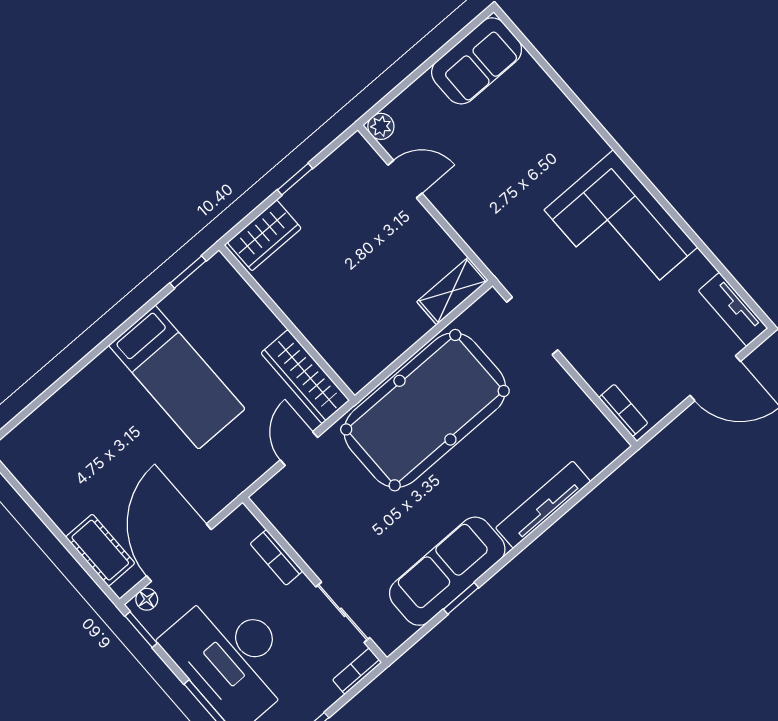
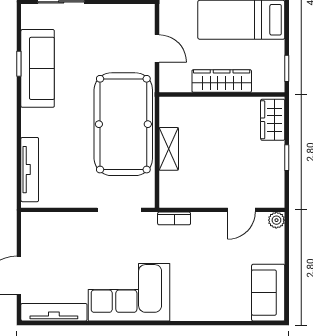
shelving: (453, 291) -> (169, 149), moved
tv unit: (733, 309) -> (54, 312), width x1.41
wardrobe: (305, 377) -> (222, 81), moved
bookcase: (623, 410) -> (174, 218), moved
tv unit: (543, 505) -> (30, 170), moved

